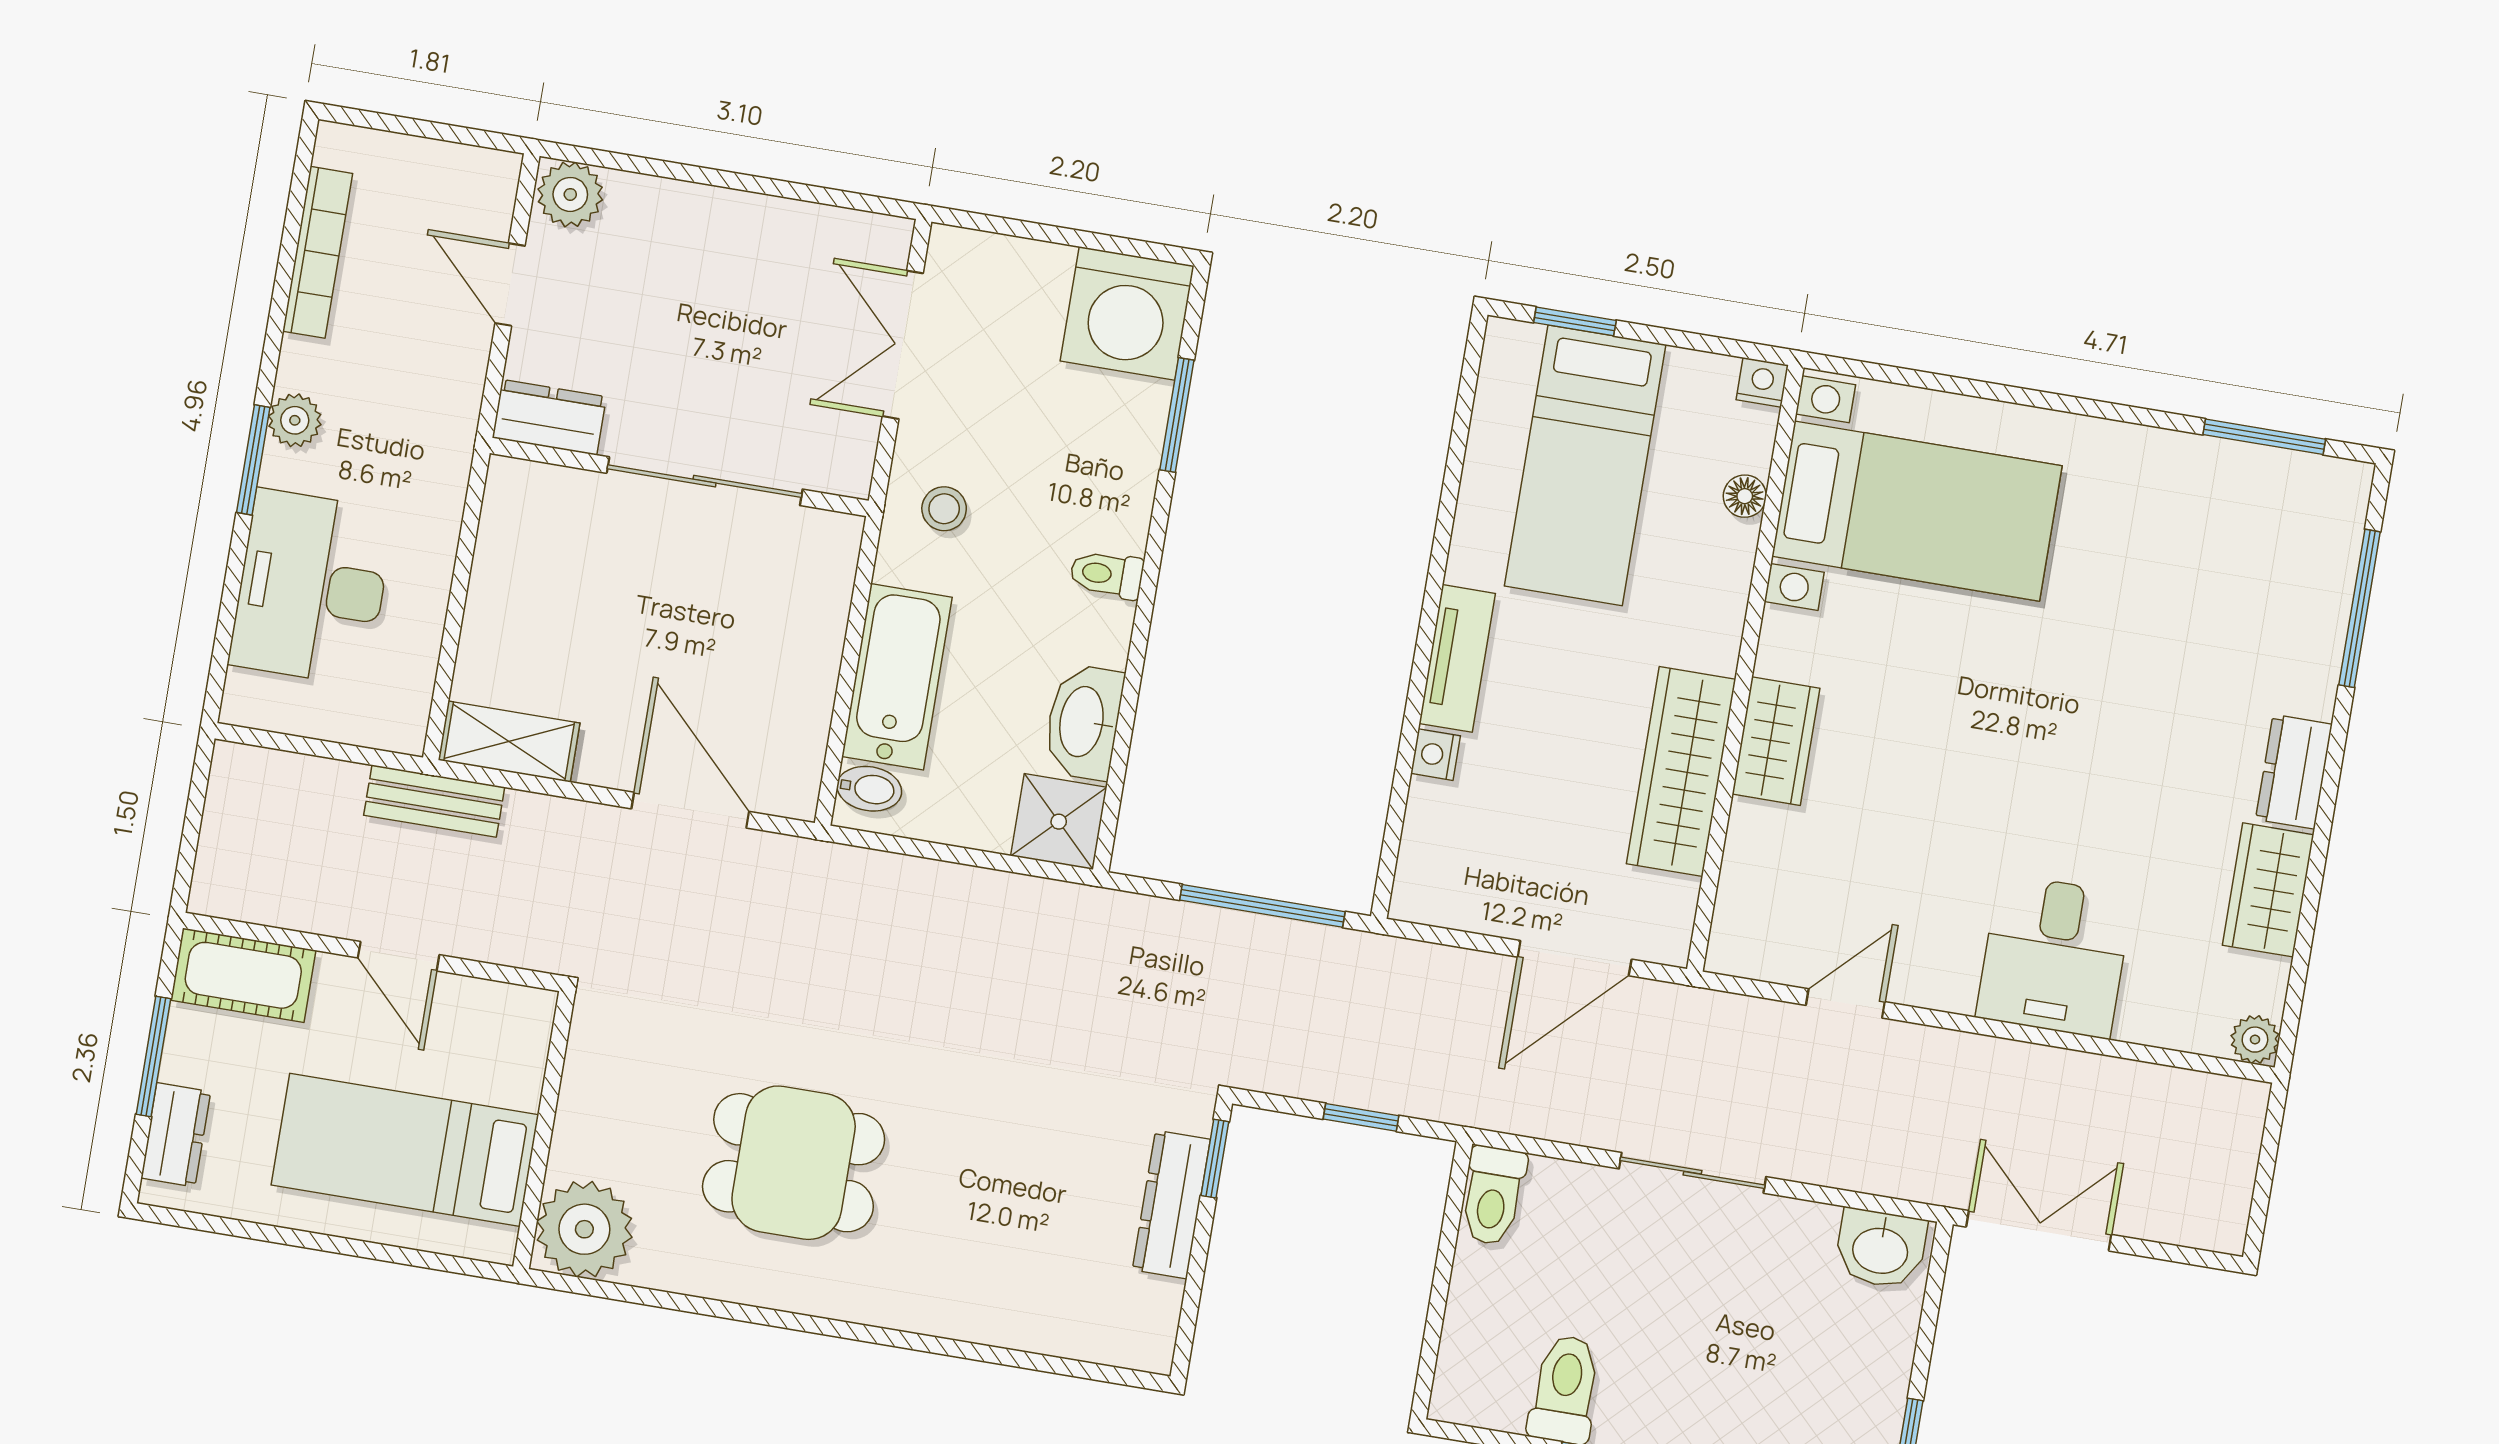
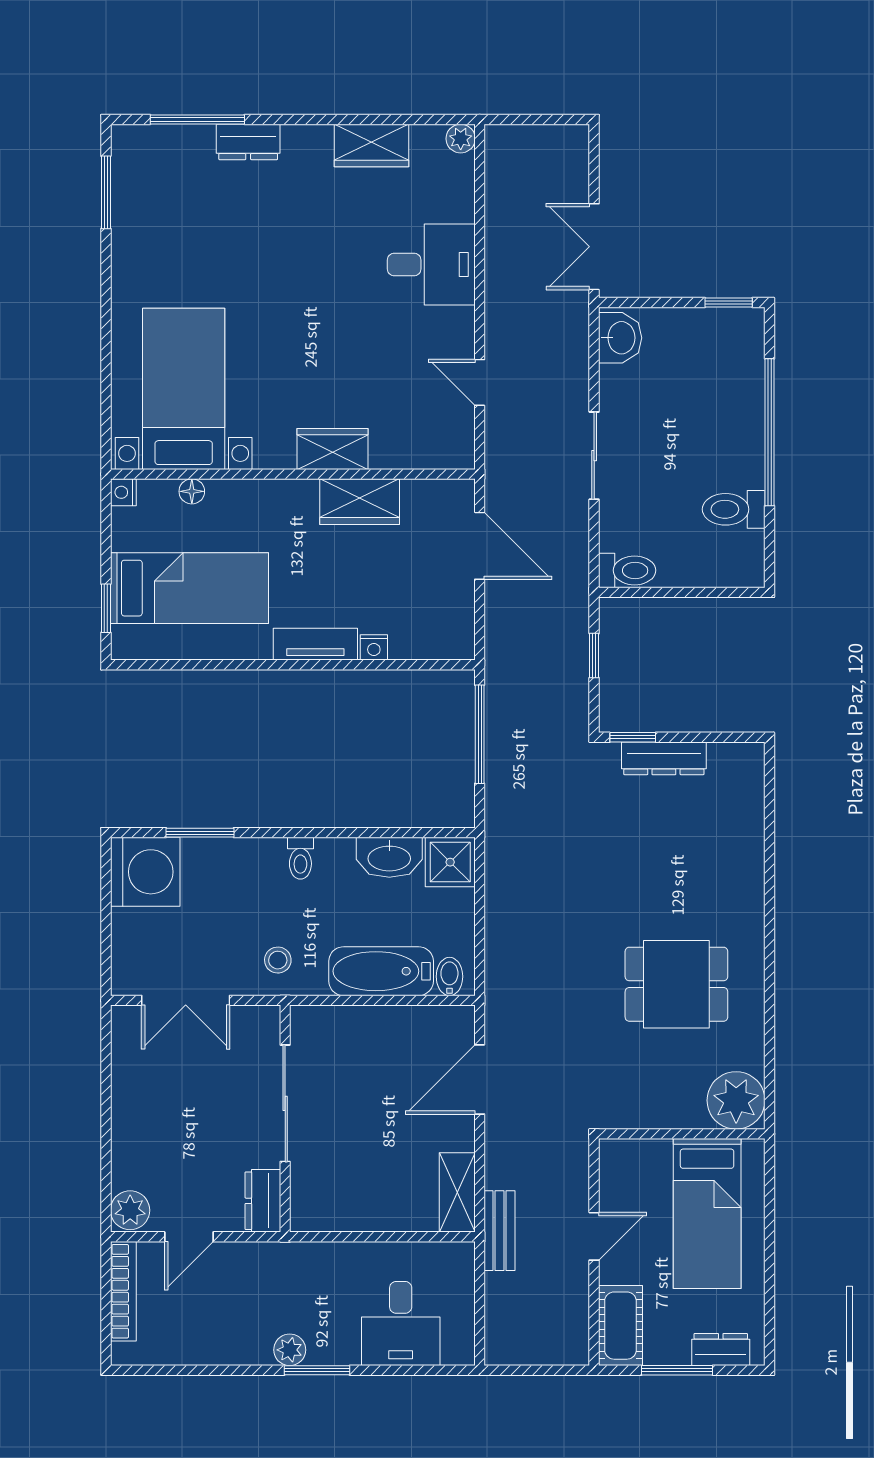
bookcase: (318, 252) -> (123, 1291), moved, turned 90
desk: (312, 587) -> (401, 1324), width x0.73
wardrobe: (1681, 772) -> (360, 502), width x0.67
dresser: (2294, 772) -> (248, 142), moved
dining table: (794, 1163) -> (676, 984), turned 90

